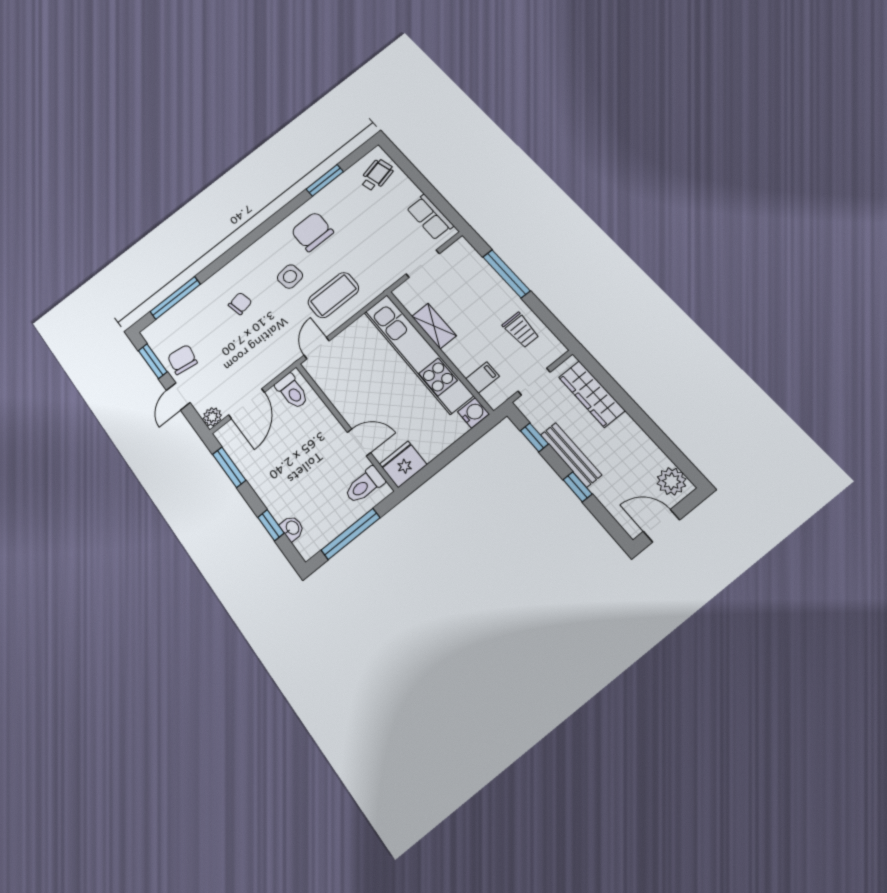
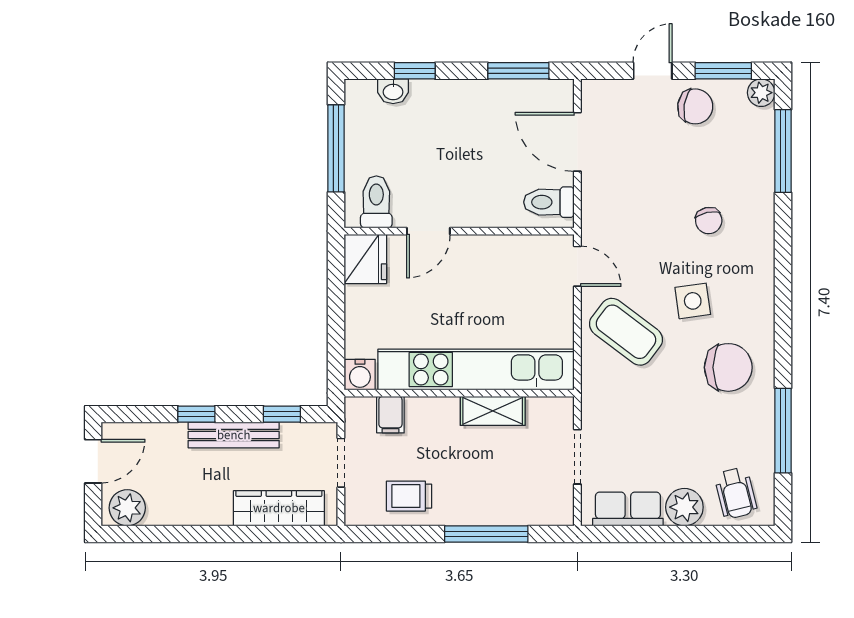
window: (325, 180) -> (783, 431), width x1.44
plant: (405, 192) -> (684, 507), added
coffee table: (333, 295) -> (626, 332), turned -53
door: (178, 397) -> (653, 71), hinge flipped
plant: (212, 417) -> (761, 93), moved

